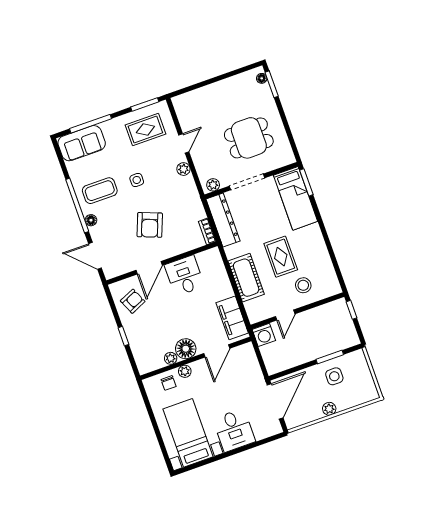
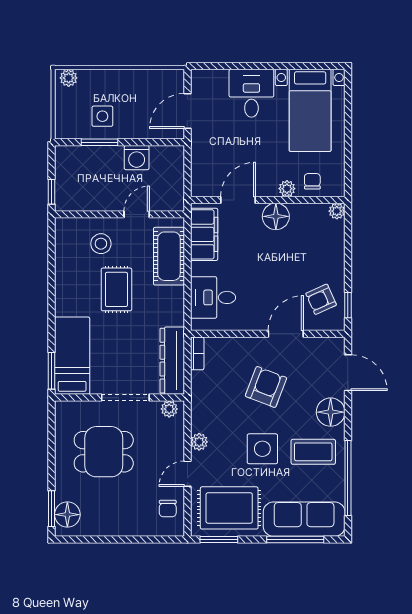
floor lamp: (262, 78) -> (67, 515), width x1.89, depth x1.89
chair: (189, 114) -> (168, 509), added
rug: (145, 130) -> (229, 508), width x1.36, depth x1.43
sofa: (82, 143) -> (304, 519), width x1.36
side table: (137, 180) -> (262, 449), width x1.87, depth x1.87
window: (77, 206) -> (348, 478), moved
floor lamp: (91, 220) -> (331, 412), width x1.89, depth x1.89
desk: (184, 276) -> (213, 297), moved, turned 90
cot: (246, 278) -> (169, 256), moved
washing machine: (264, 335) -> (137, 158), moved, turned 180
window: (123, 336) -> (348, 305), moved
plant: (171, 358) -> (337, 211), moved
door: (275, 401) -> (187, 111), width x0.73
plant: (329, 409) -> (69, 78), moved

